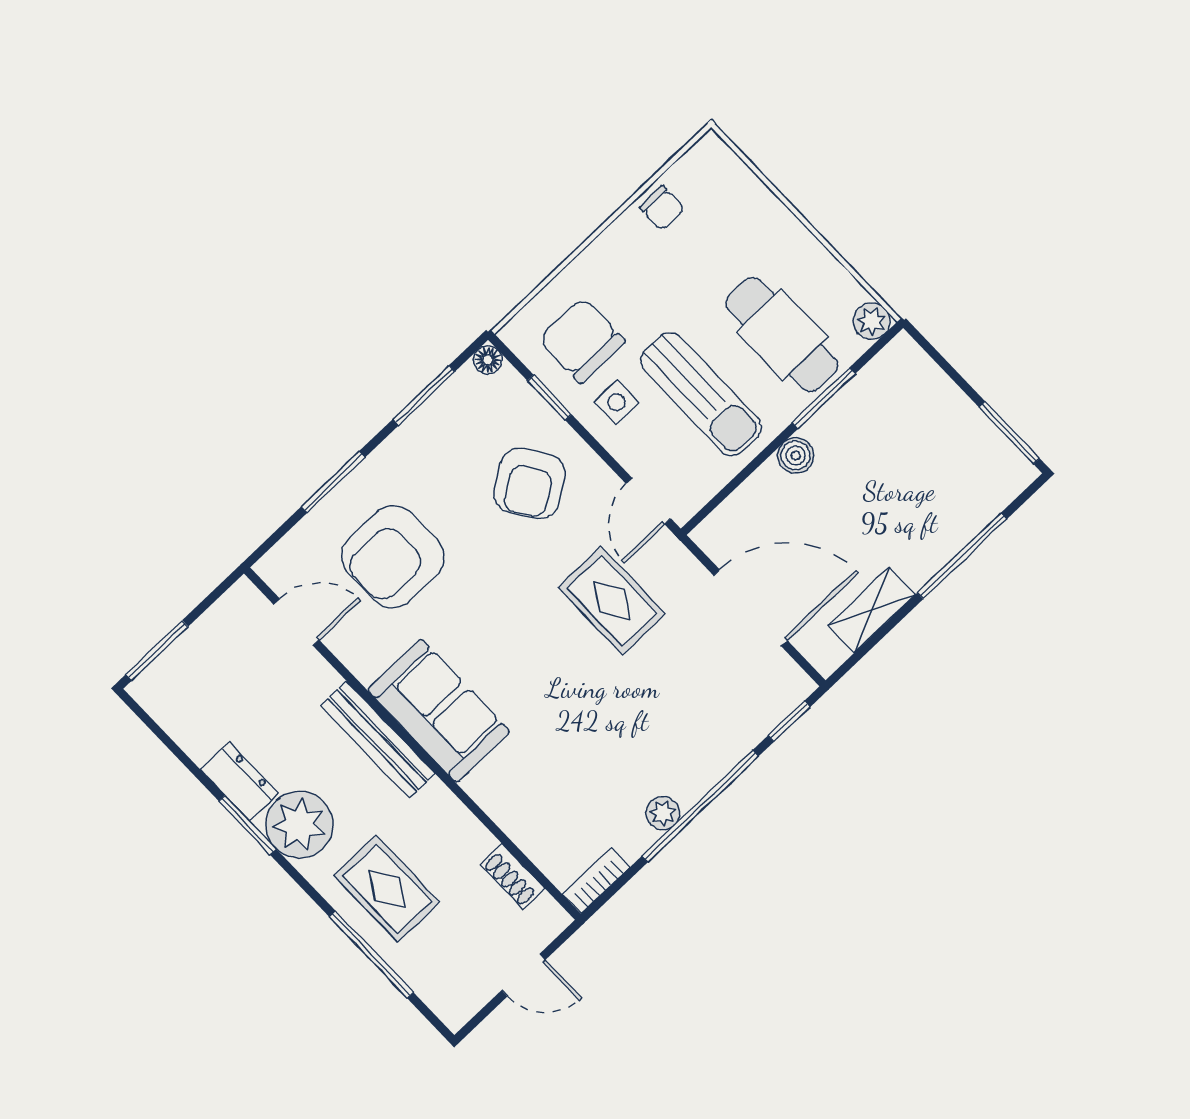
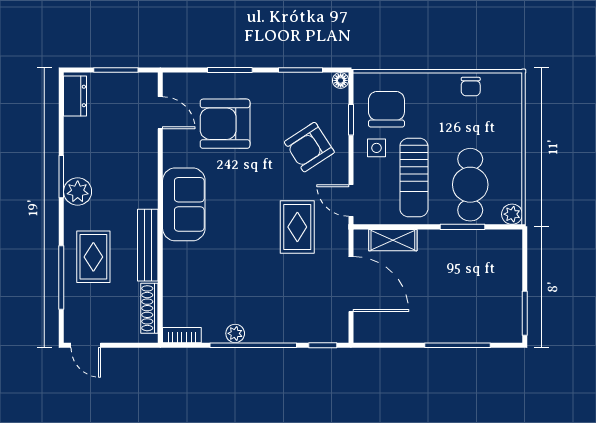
boiler: (796, 455) -> (429, 239), removed
door: (648, 501) -> (351, 201), hinge flipped
shelving: (872, 610) -> (393, 240), moved
window: (157, 651) -> (116, 70), moved
bench: (378, 739) -> (148, 245), moved
dresser: (240, 782) -> (75, 96), moved
plant: (299, 825) -> (78, 192), width x0.73, depth x0.73
shoe rack: (513, 876) -> (149, 308), width x1.43
door: (524, 975) -> (86, 345), moved

